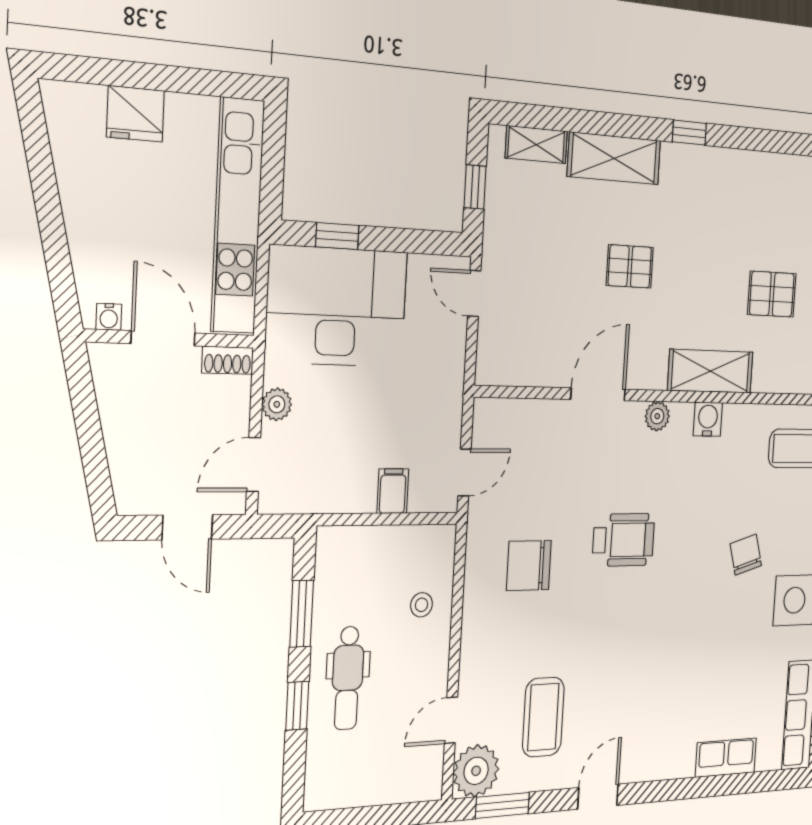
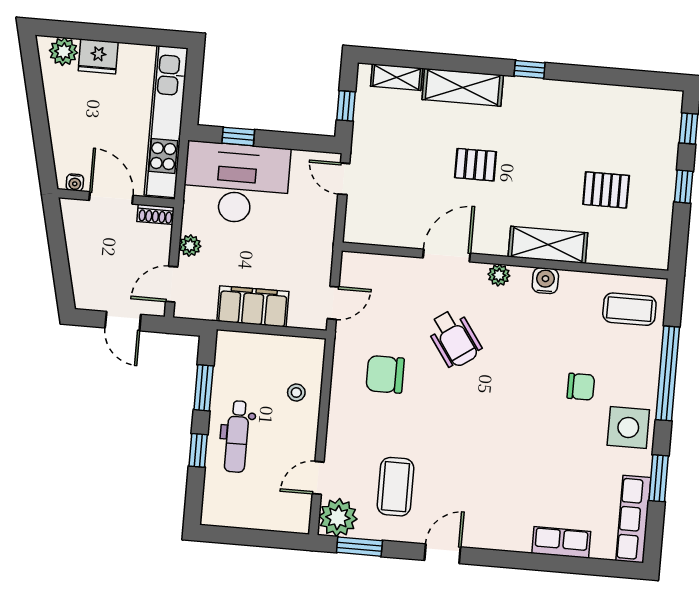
plant: (83, 106) -> (64, 52), added
filing cabinet: (393, 491) -> (253, 306), width x3.00, depth x1.17
wheelchair: (623, 540) -> (454, 339), moved, turned 55
chair: (746, 555) -> (581, 387), turned 106

